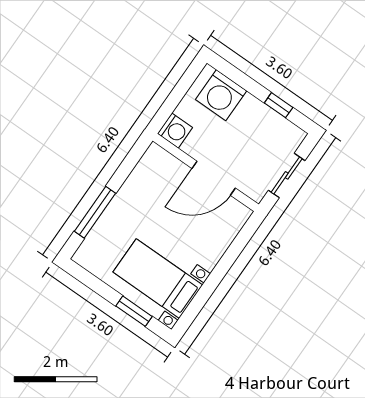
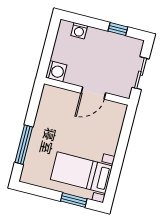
washing machine: (221, 95) -> (79, 31), width x0.53, depth x0.53
door: (214, 178) -> (93, 93), width x0.73

